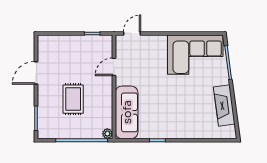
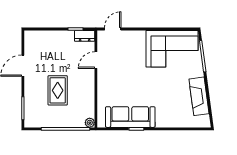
dresser: (102, 41) -> (85, 36), added
sofa: (127, 112) -> (130, 117), moved, turned -90

